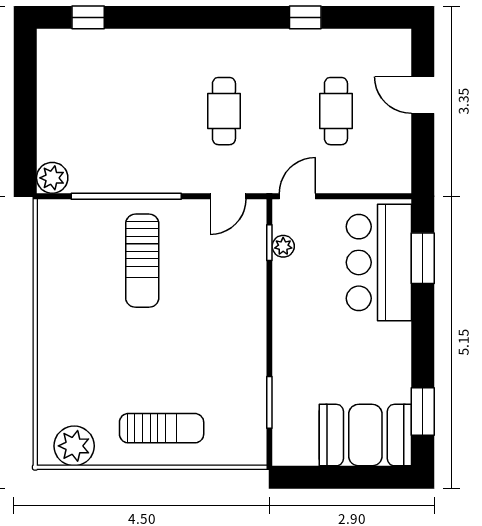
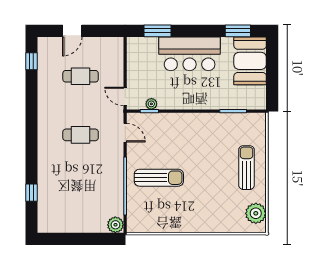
window: (88, 17) -> (32, 193), moved
window: (305, 17) -> (32, 61), moved
bar counter: (379, 262) -> (190, 54), moved

